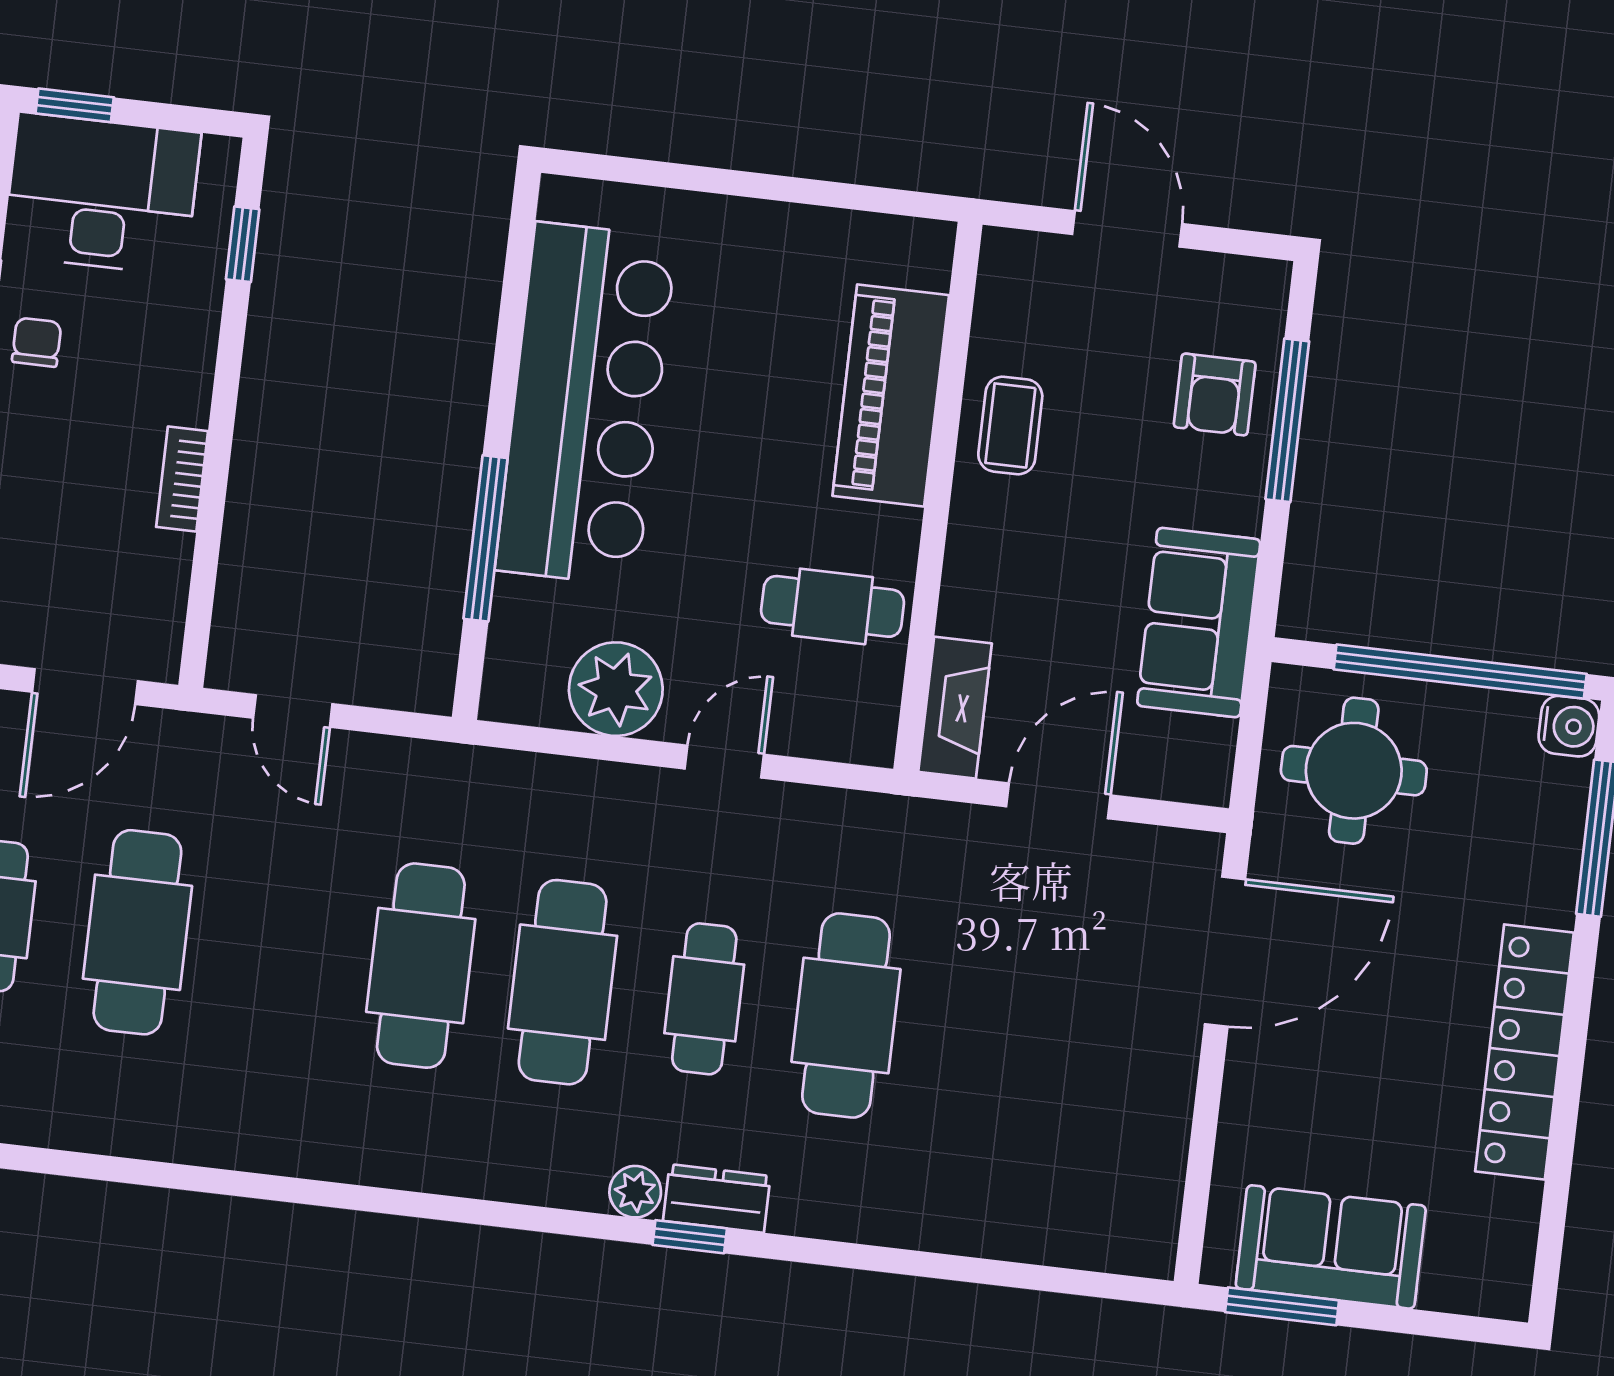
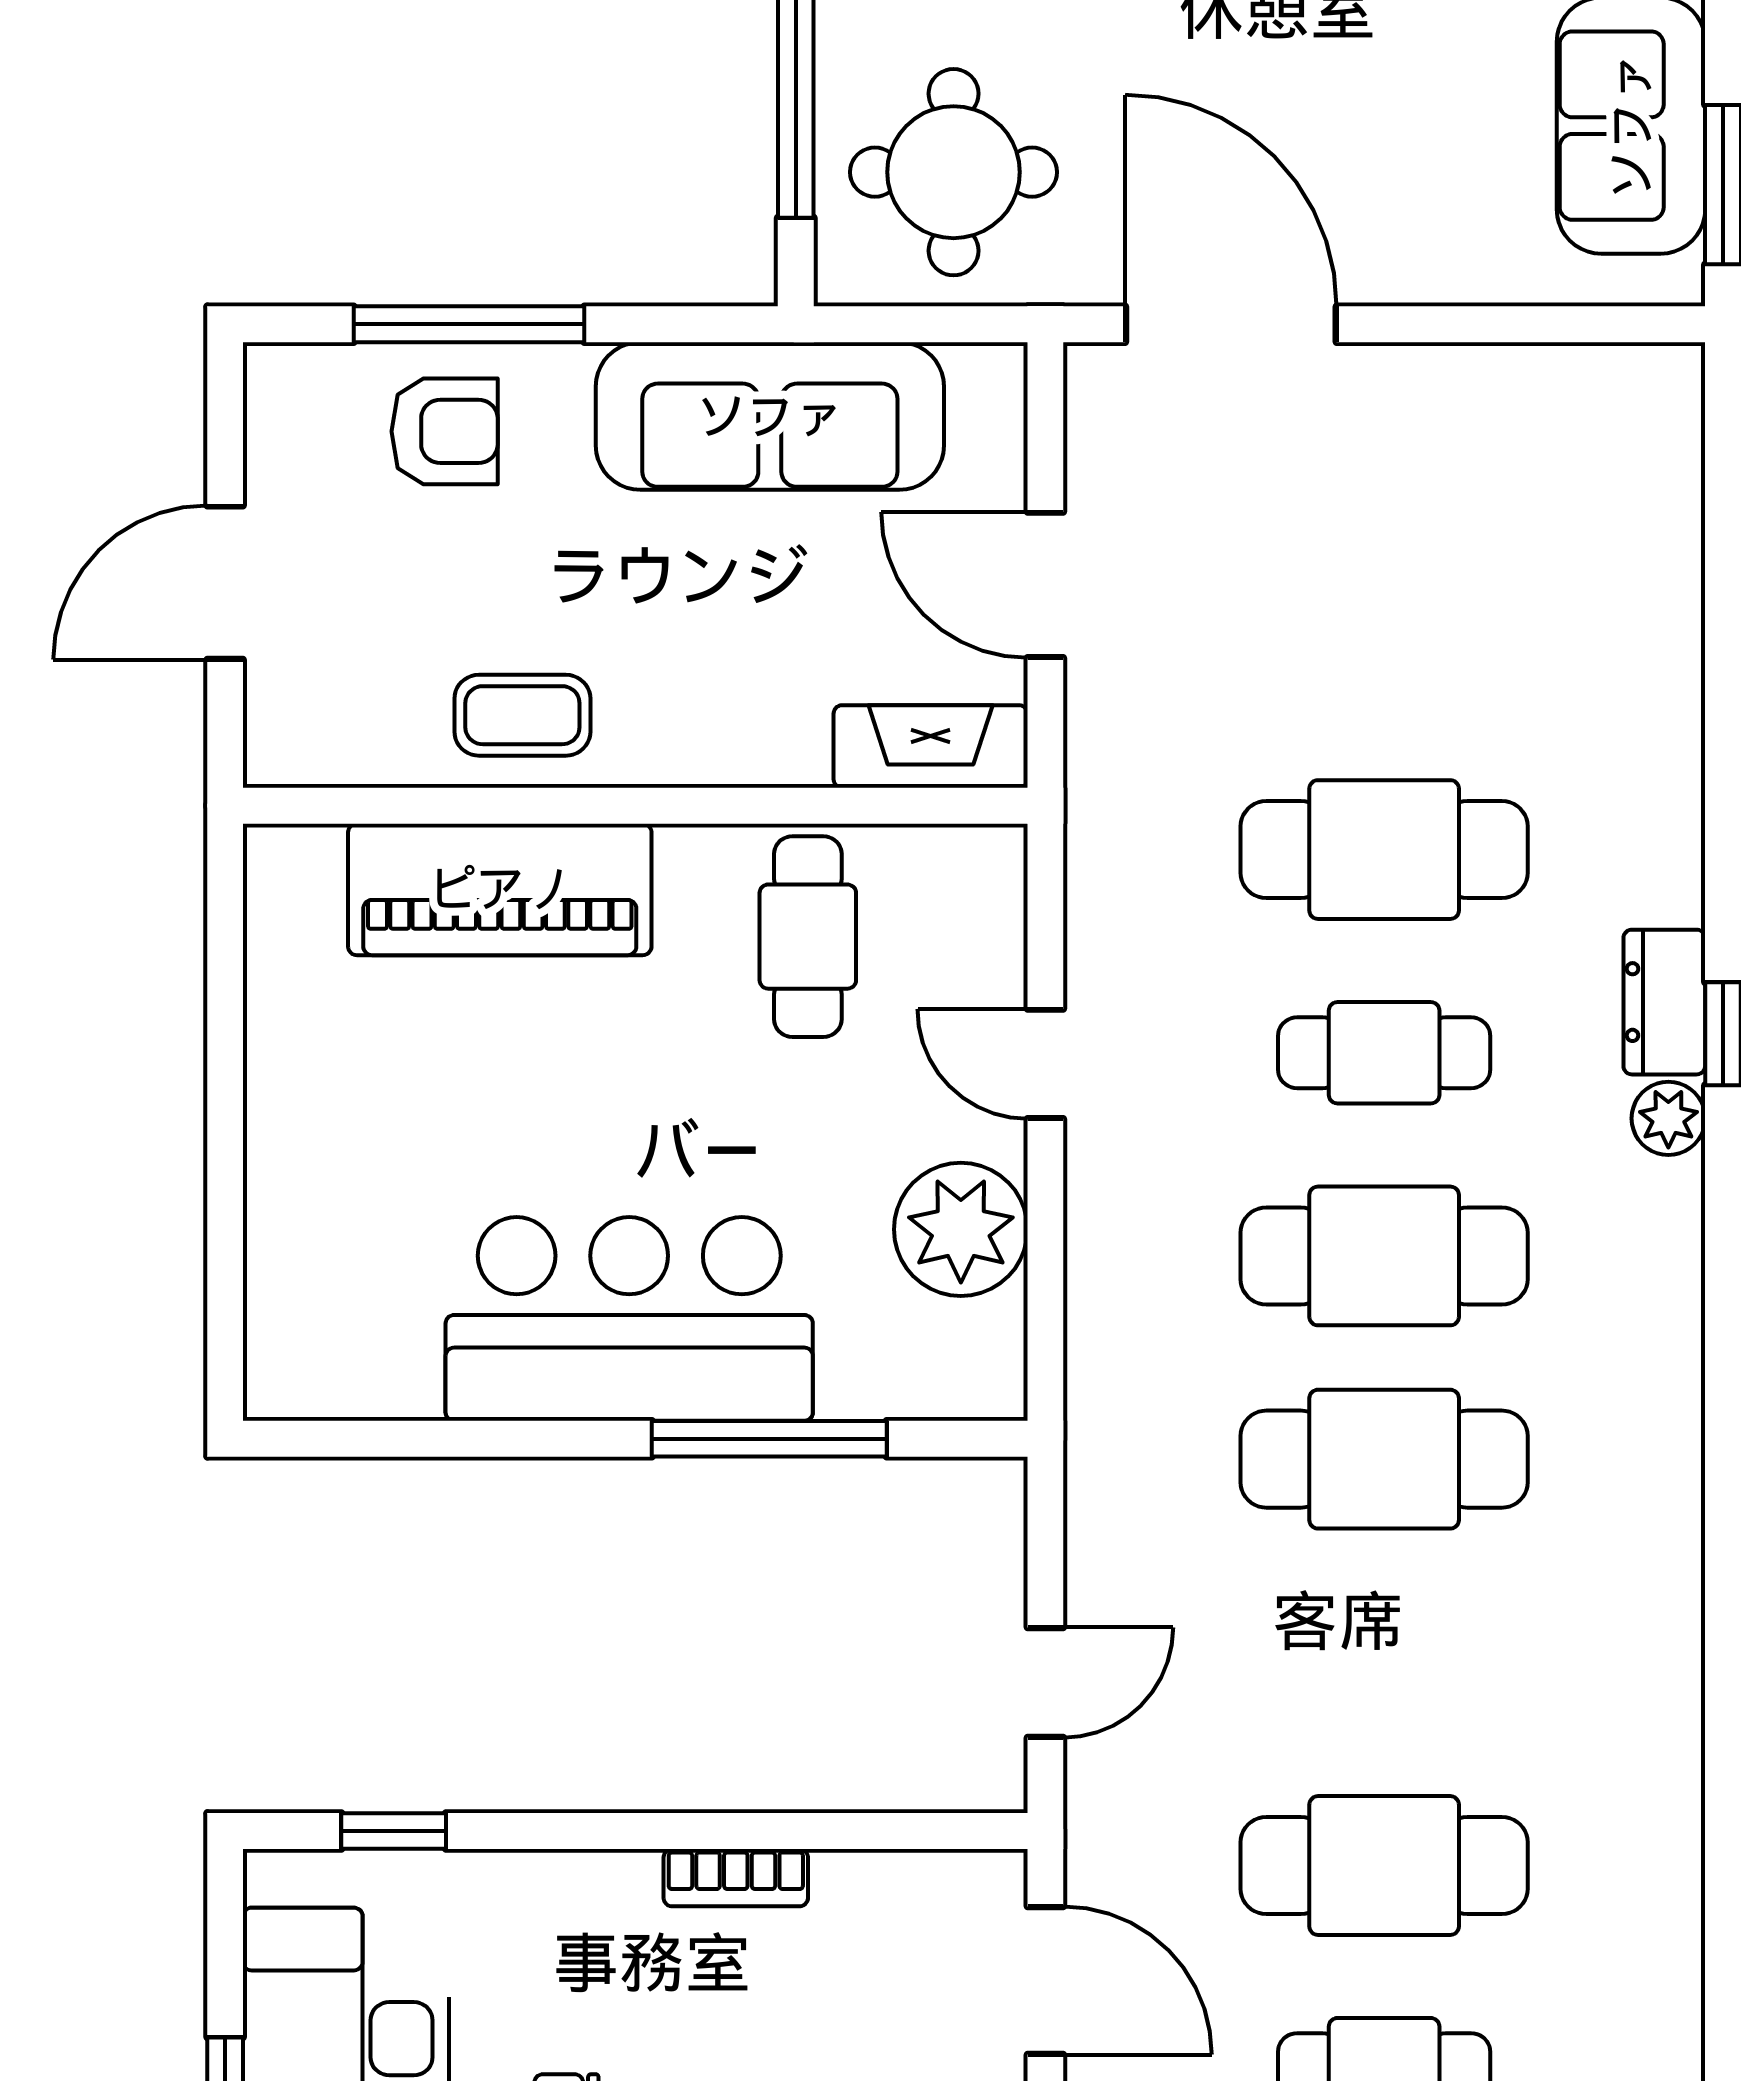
bar counter: (586, 404) -> (629, 1319), width x0.73
sofa: (1199, 623) -> (770, 416), width x1.36

